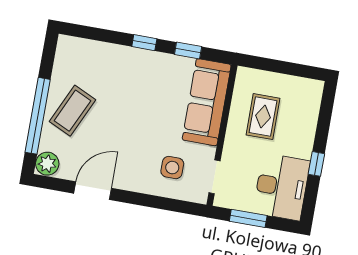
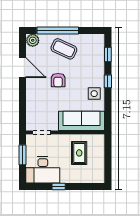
window: (188, 50) -> (108, 54), moved
rug: (263, 117) -> (79, 153), turned 90
armchair: (126, 131) -> (58, 80), added
side table: (172, 168) -> (94, 94), moved

